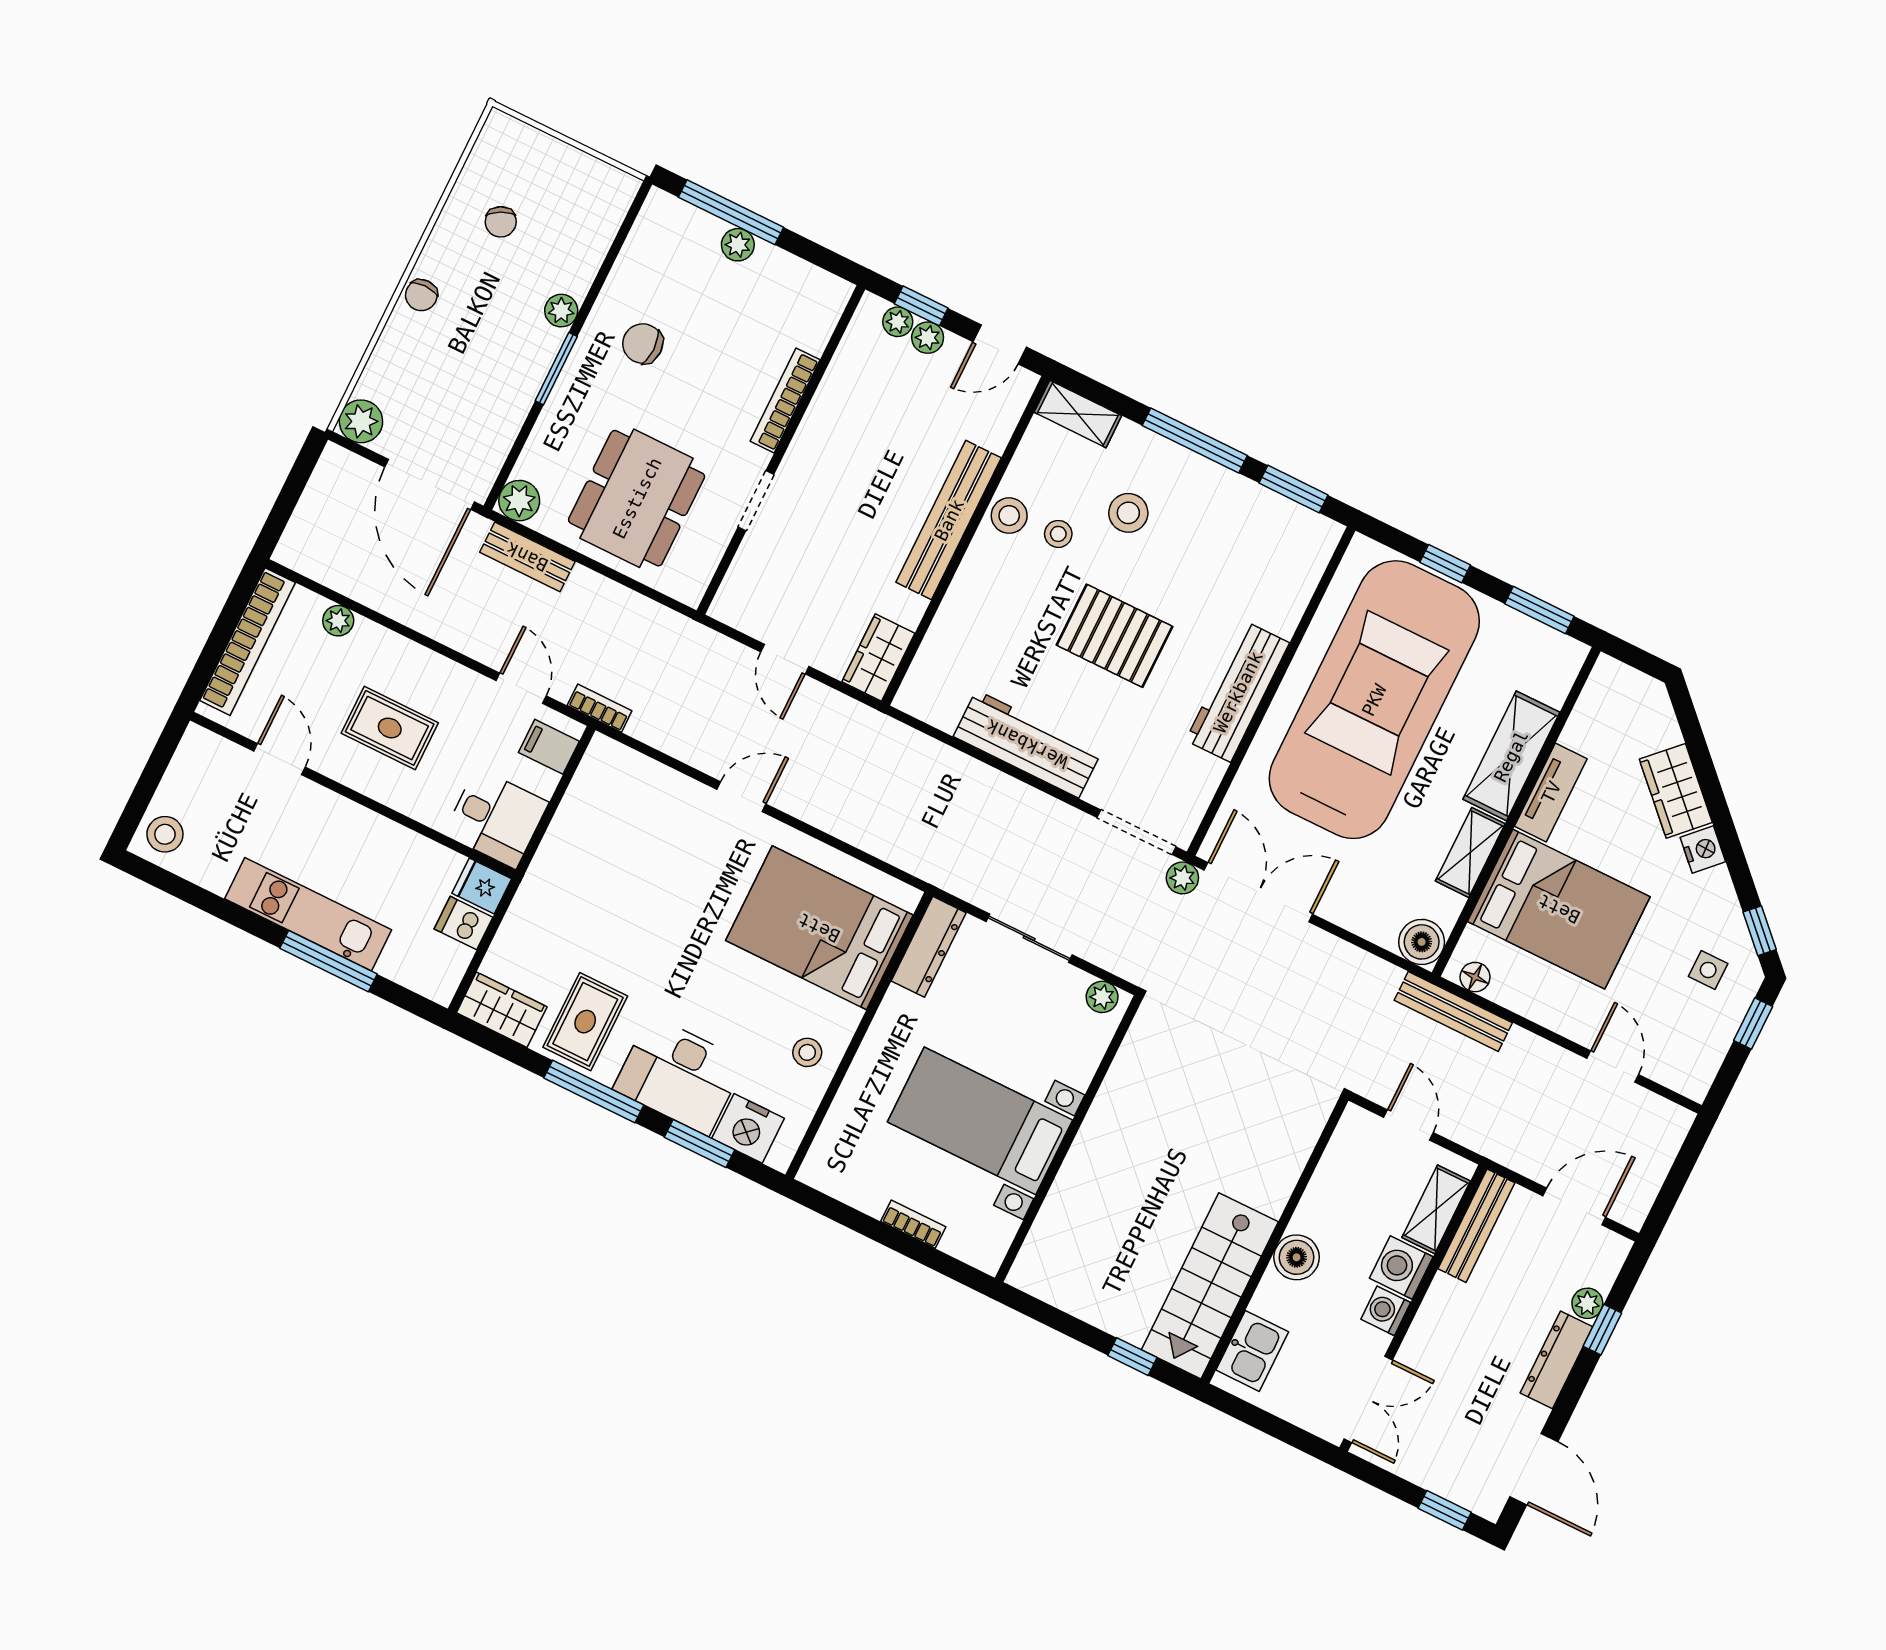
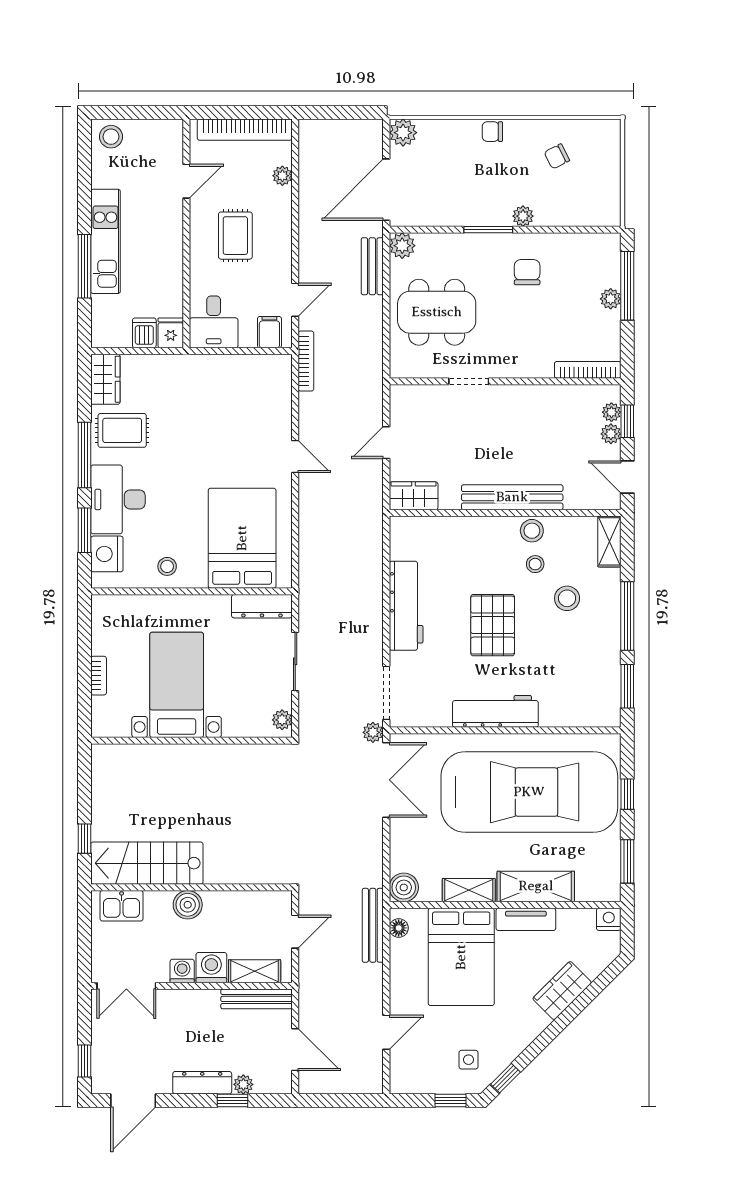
bookcase: (785, 401) -> (588, 370), moved
bookcase: (600, 708) -> (306, 361), width x1.56
nightstand: (1703, 850) -> (609, 919), moved, turned -135

